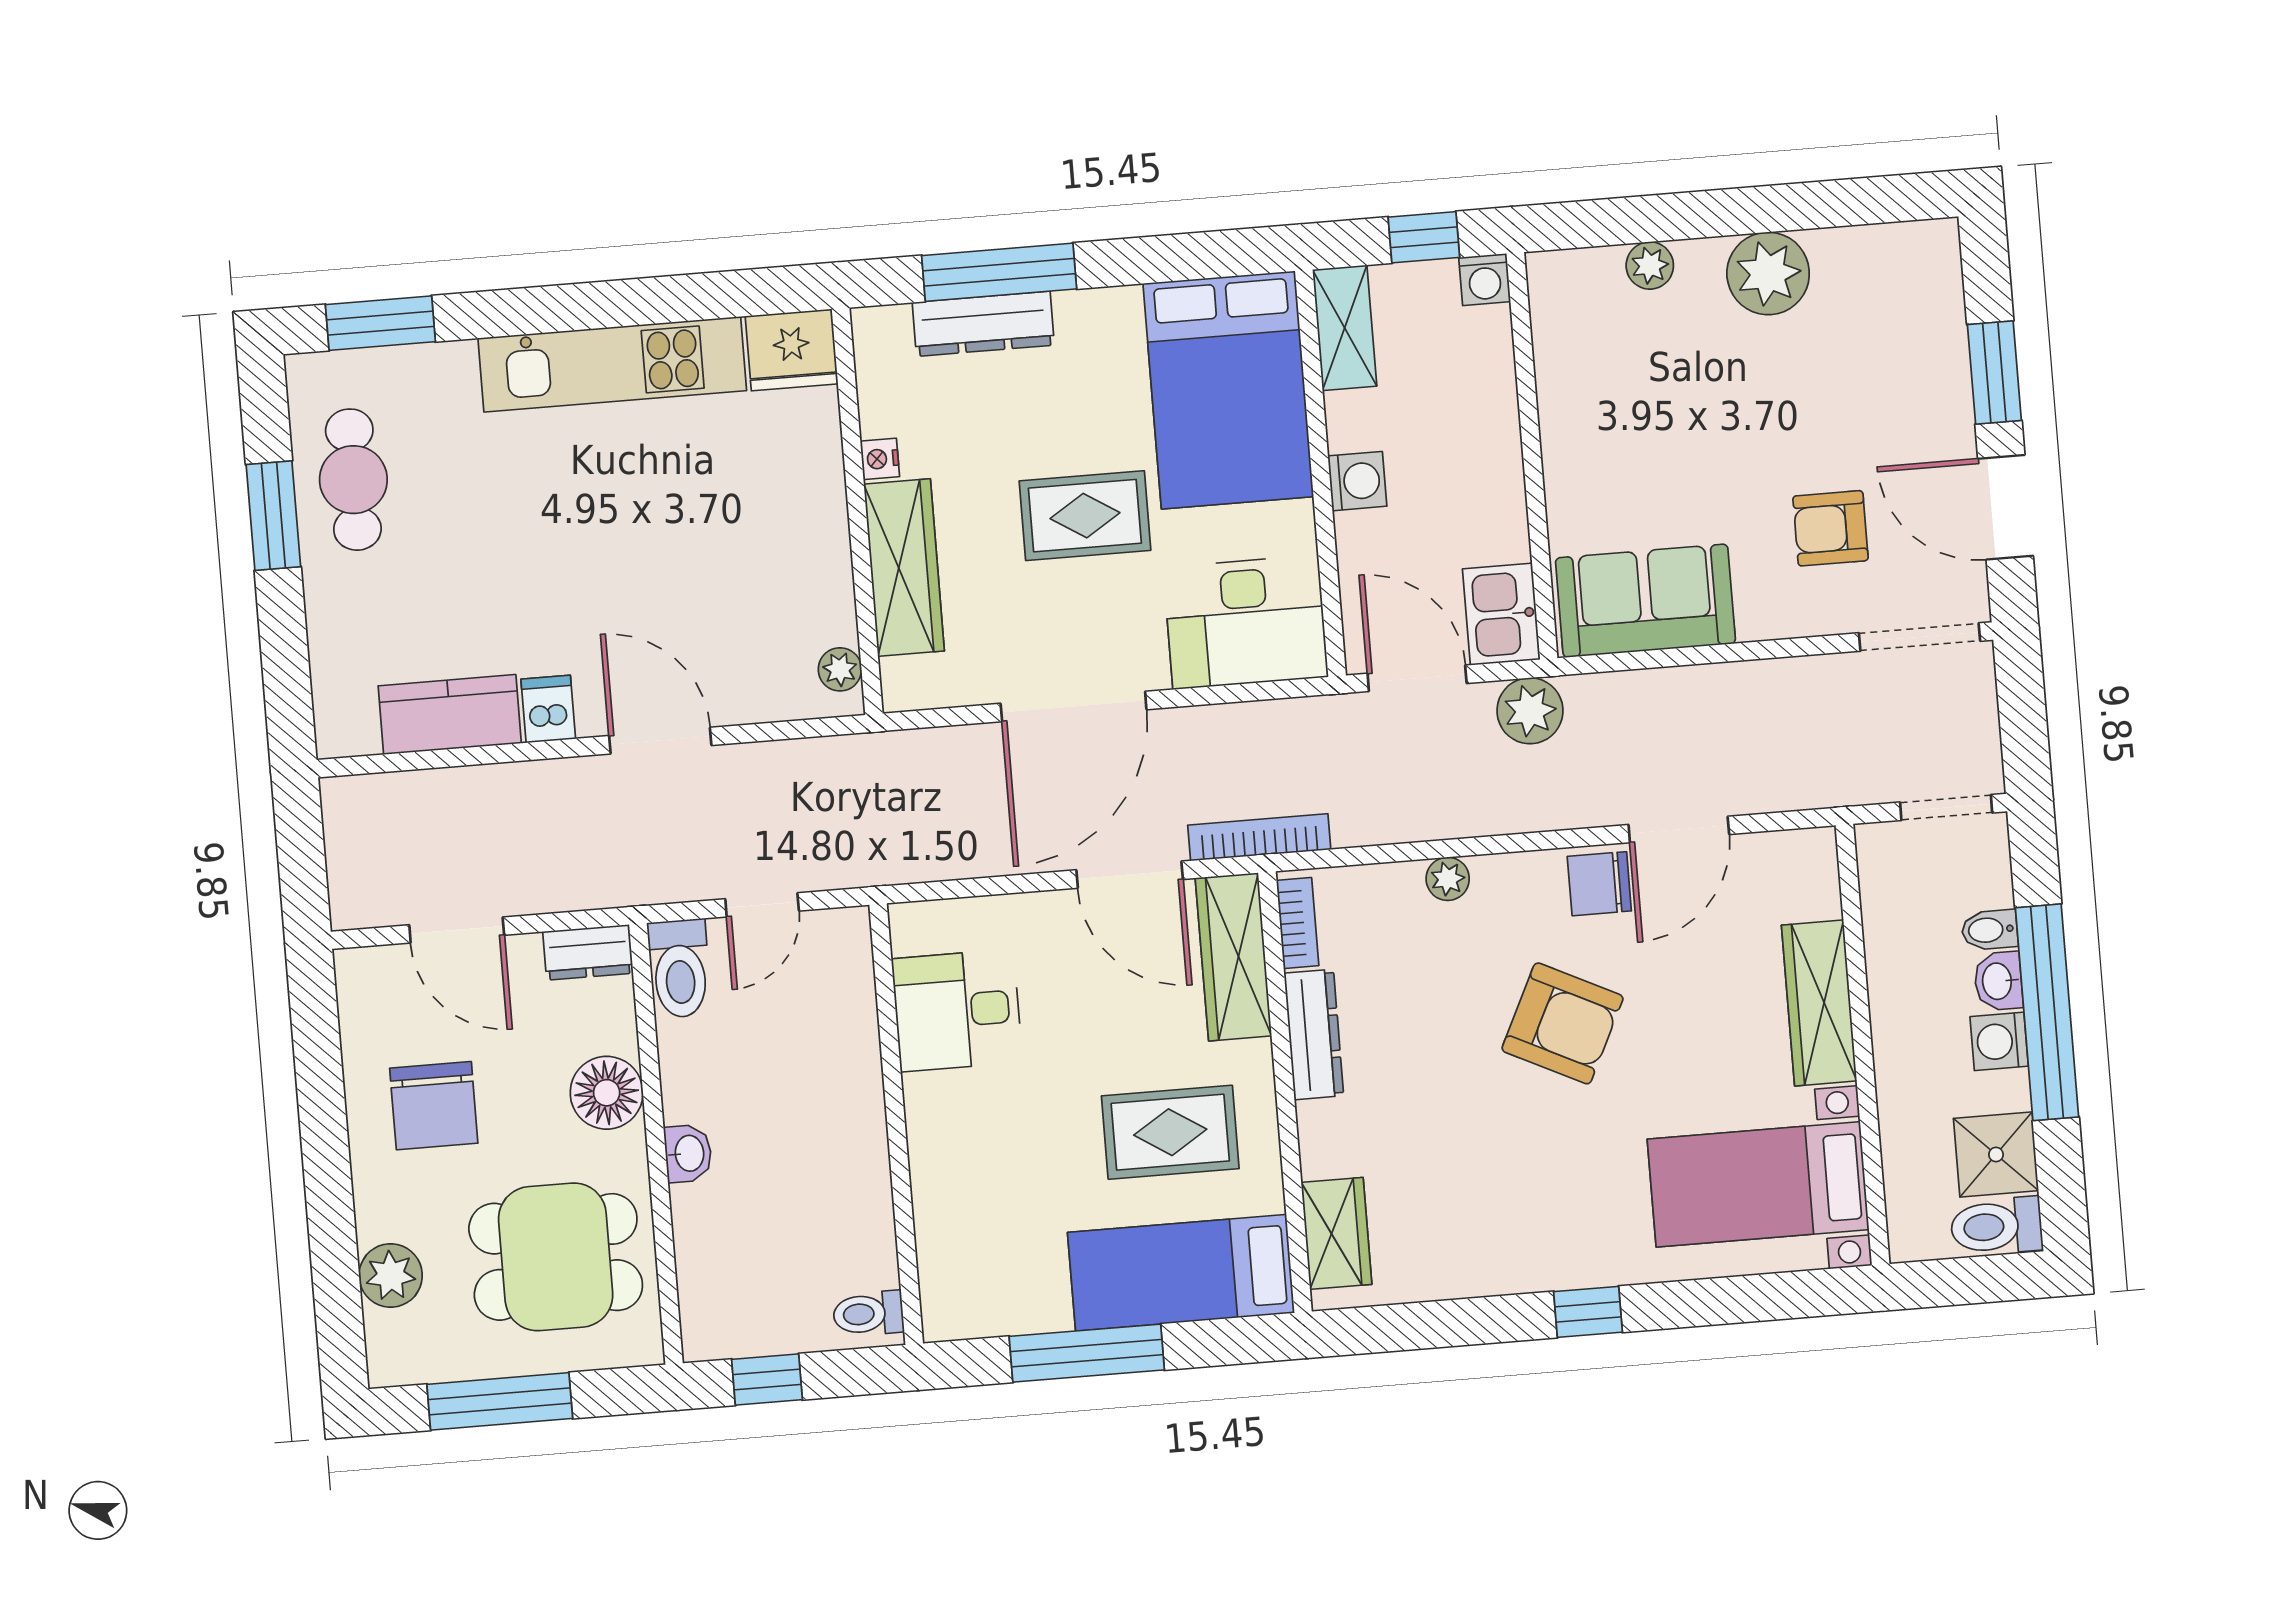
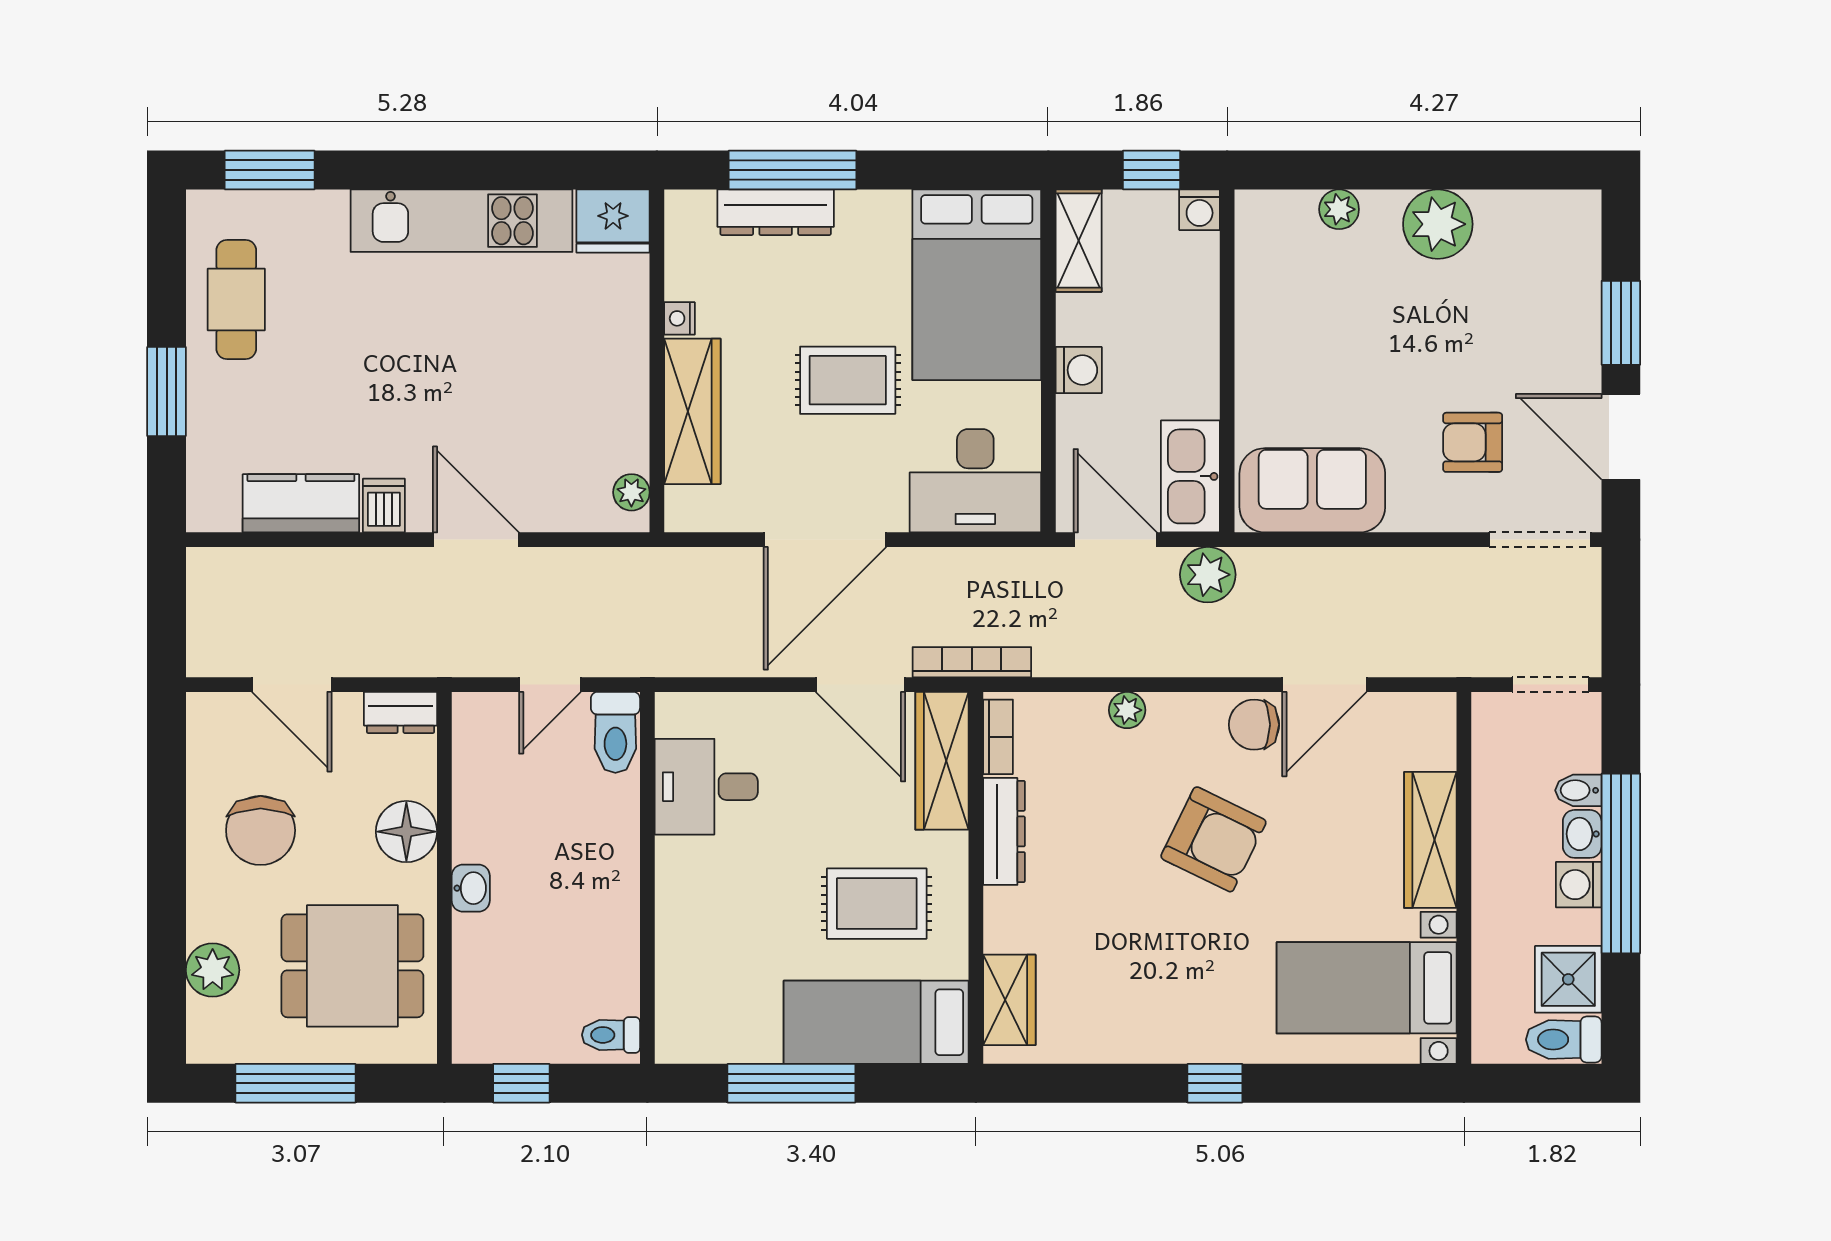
window: (273, 516) -> (167, 391), moved
kitchen sink: (1501, 614) -> (1190, 476), width x1.38
toilet: (680, 969) -> (615, 732), moved

